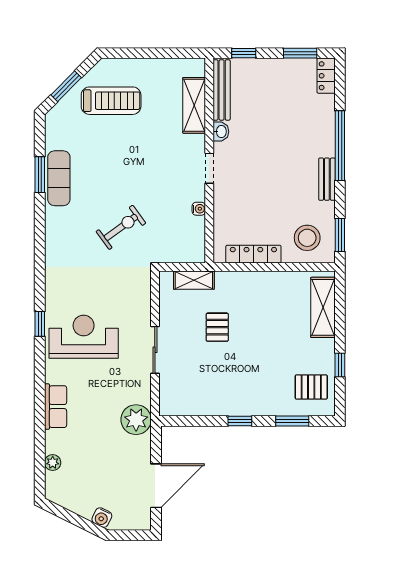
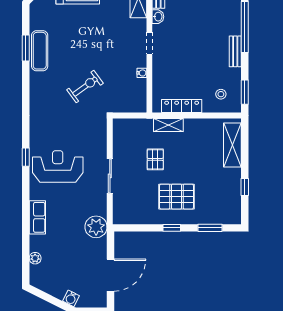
stool: (307, 238) -> (221, 94), width x0.53, depth x0.53
shelving: (194, 280) -> (168, 125), moved
pallet: (311, 387) -> (176, 197), moved, width x1.50, depth x1.42

